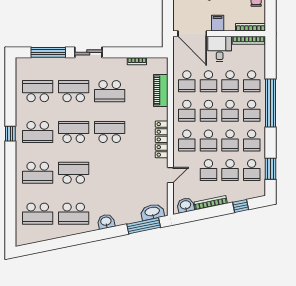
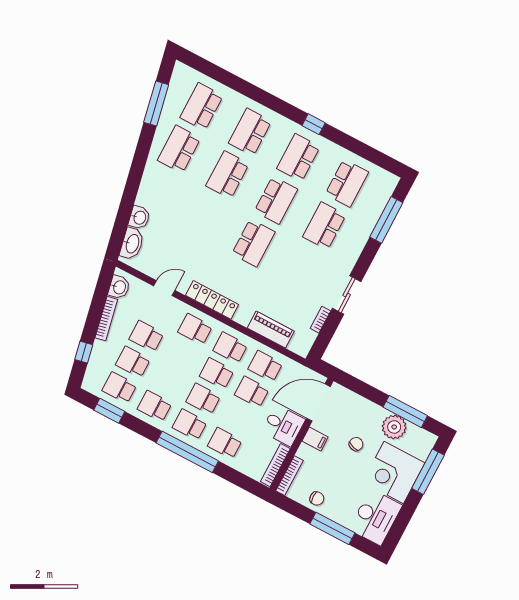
sliding door: (88, 52) -> (347, 295), moved
school desk: (230, 81) -> (238, 417), removed
school desk: (74, 91) -> (324, 226), turned 180
school desk: (110, 91) -> (302, 269), removed
school desk: (208, 140) -> (182, 355), removed
school desk: (230, 140) -> (168, 380), removed
school desk: (74, 173) -> (227, 175), turned 180
door: (170, 175) -> (164, 288), swing flipped
washbasin: (106, 222) -> (139, 218), moved
window: (144, 226) -> (156, 104), moved

